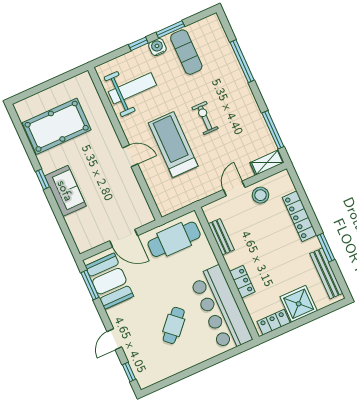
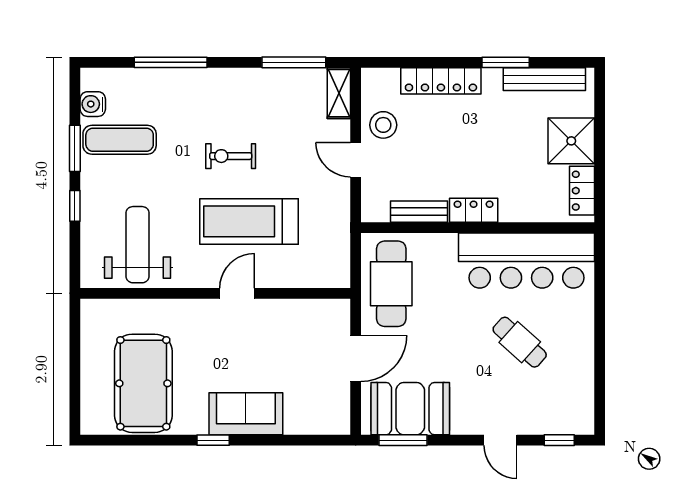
water cooler: (157, 47) -> (93, 104), moved
locker: (242, 282) -> (474, 210), moved

